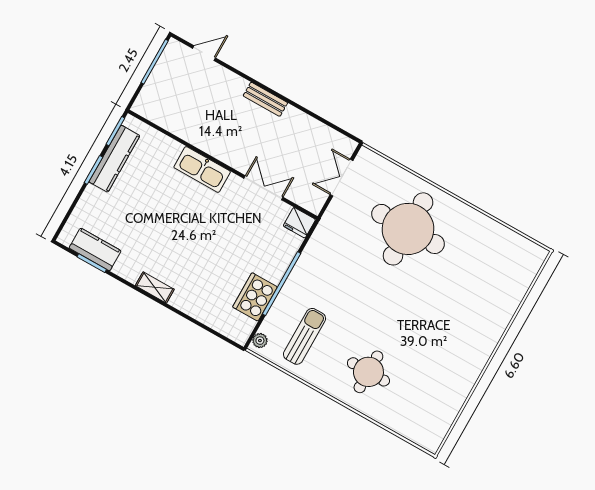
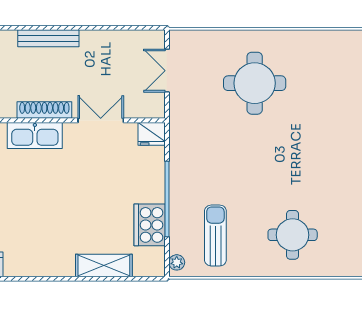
bench: (265, 99) -> (48, 38), width x1.36
shoe rack: (222, 153) -> (44, 110), added
round table: (408, 229) -> (255, 83), width x0.73, depth x0.73
shelving: (155, 287) -> (104, 265), moved, width x1.50, depth x1.33

